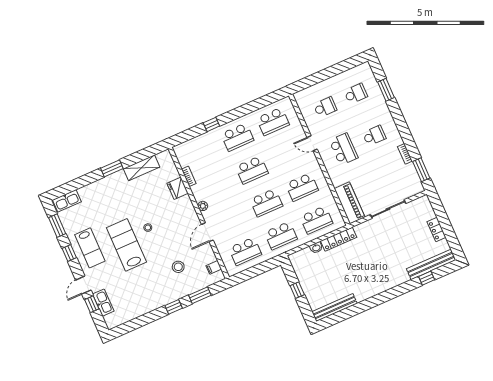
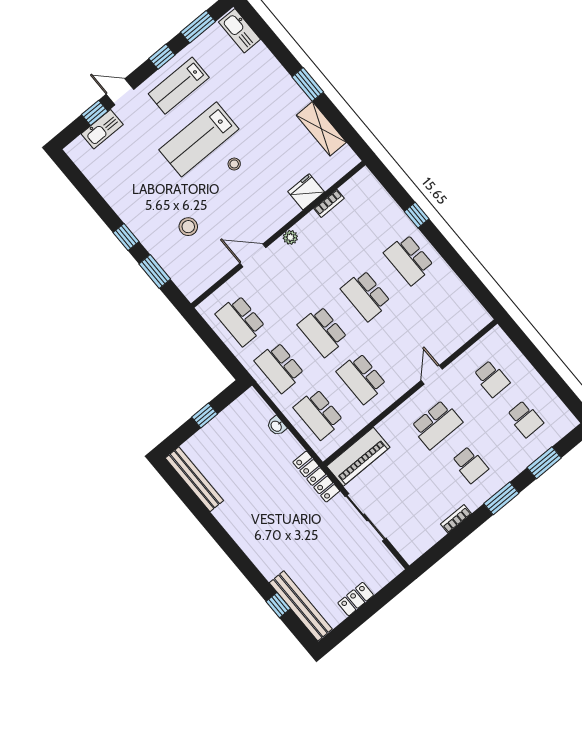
school desk: (273, 121) -> (448, 306), removed
window: (421, 170) -> (501, 498), moved
locker: (339, 239) -> (316, 477), moved
lab bench: (126, 245) -> (199, 139), turned 180
filing cabinet: (214, 267) -> (203, 280), removed

